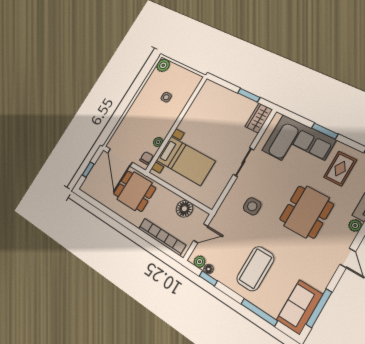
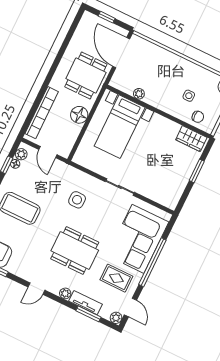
window: (249, 95) -> (197, 171), moved
wardrobe: (259, 118) -> (191, 139), moved, turned 180
window: (325, 131) -> (152, 262), width x2.11
door: (120, 157) -> (121, 53), hinge flipped
chair: (146, 158) -> (198, 117), moved
floor lamp: (184, 209) -> (79, 115), moved

